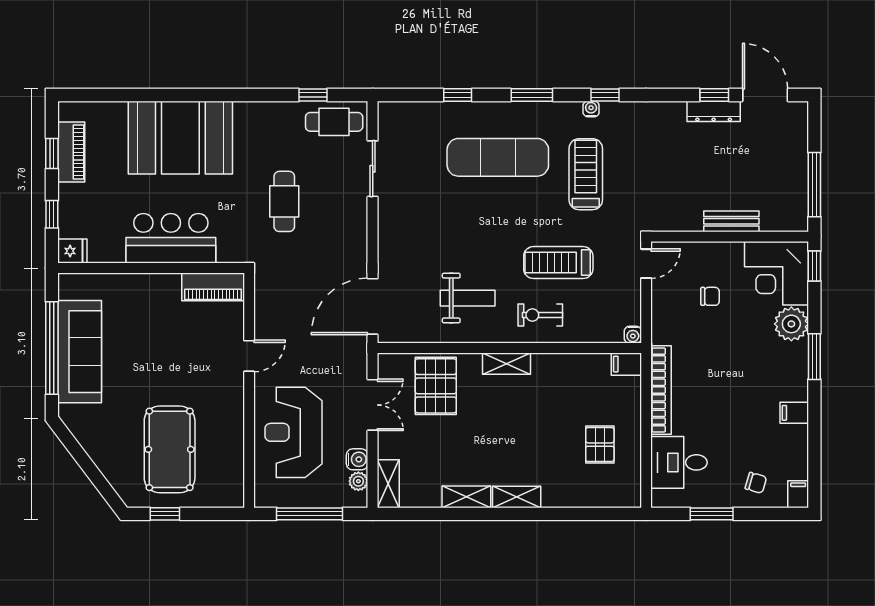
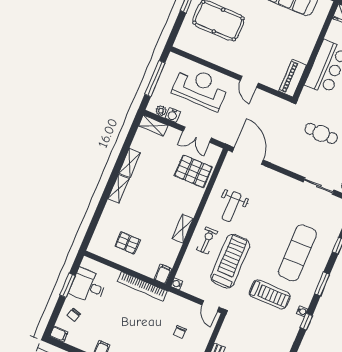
treadmill: (558, 263) -> (230, 261), width x1.37, depth x1.38
shelving: (506, 364) -> (183, 229), moved
desk: (679, 462) -> (88, 286), moved, turned -90

